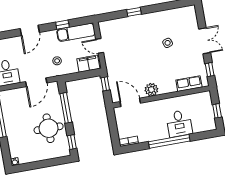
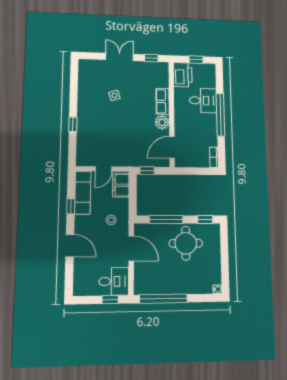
row of seats: (189, 84) -> (163, 101), moved
printer: (200, 101) -> (183, 75), added

